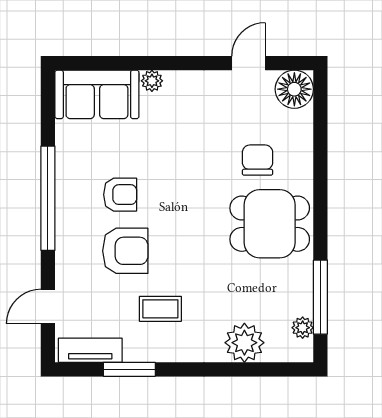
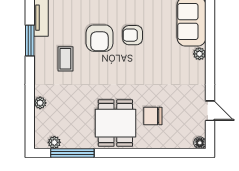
floor lamp: (294, 89) -> (200, 143), width x0.53, depth x0.53
chair: (258, 160) -> (153, 116), turned 180
armchair: (120, 195) -> (133, 35), turned 90
plant: (244, 343) -> (40, 103), width x0.53, depth x0.53

